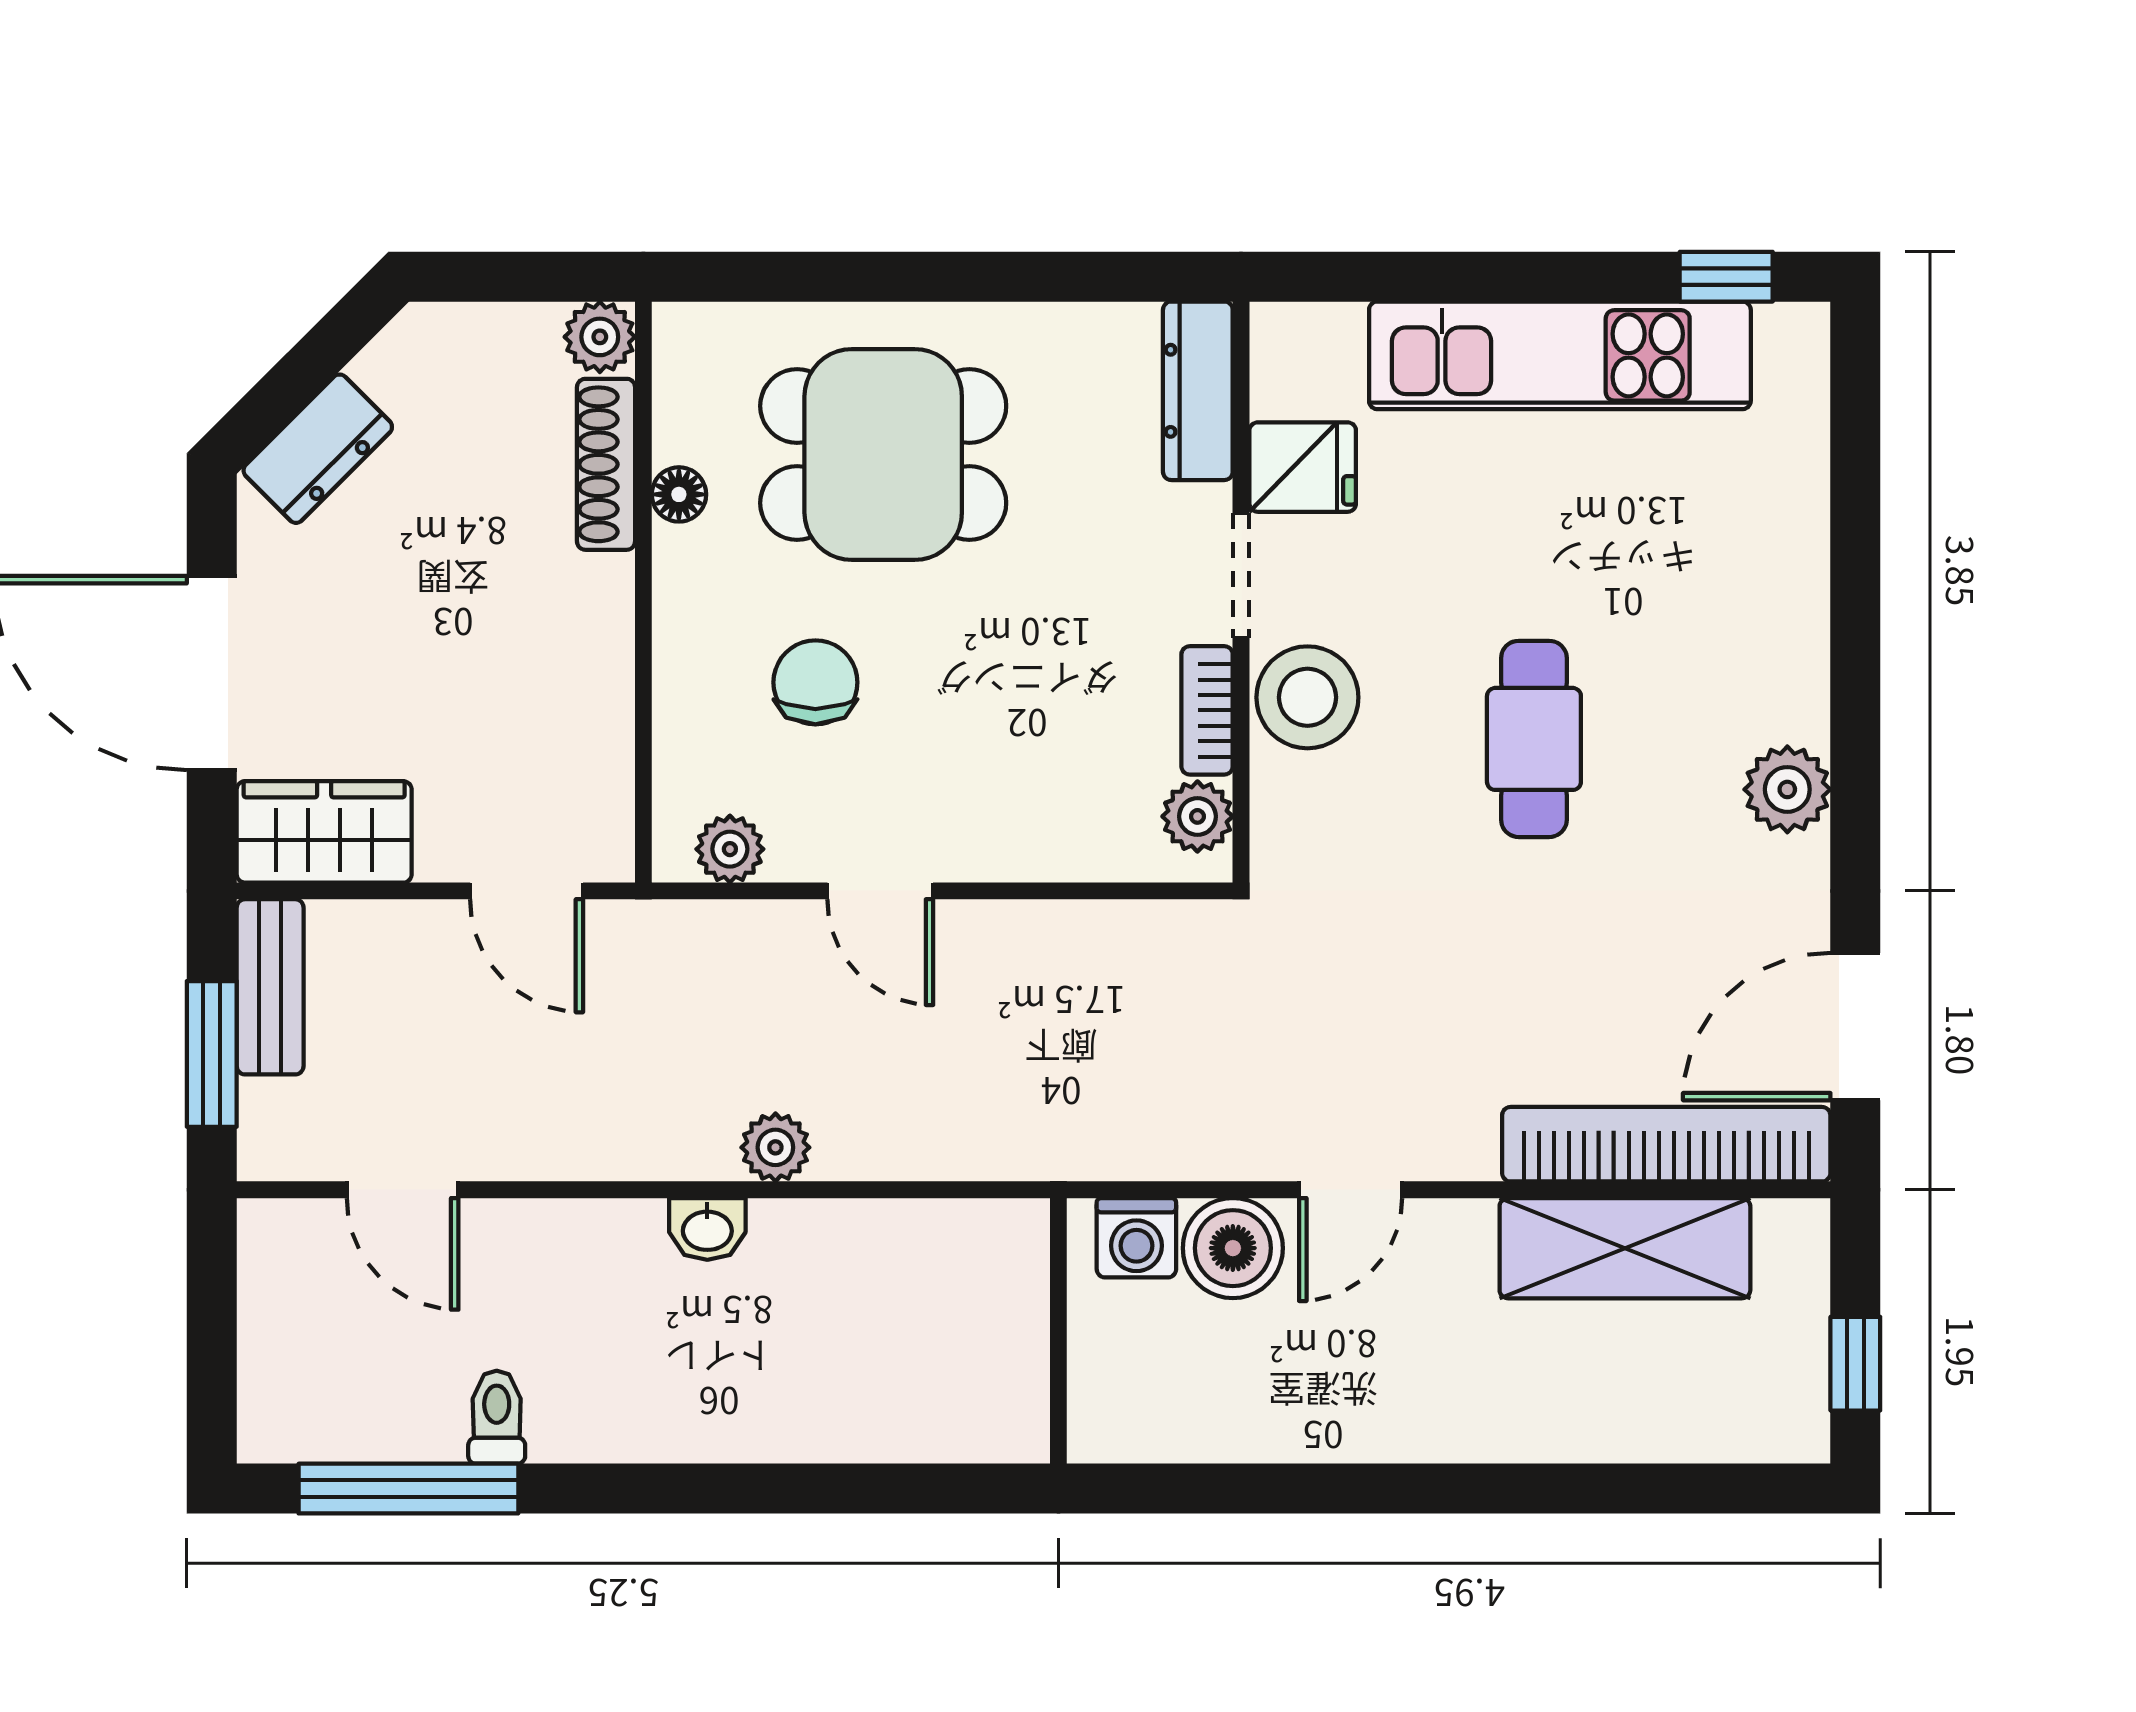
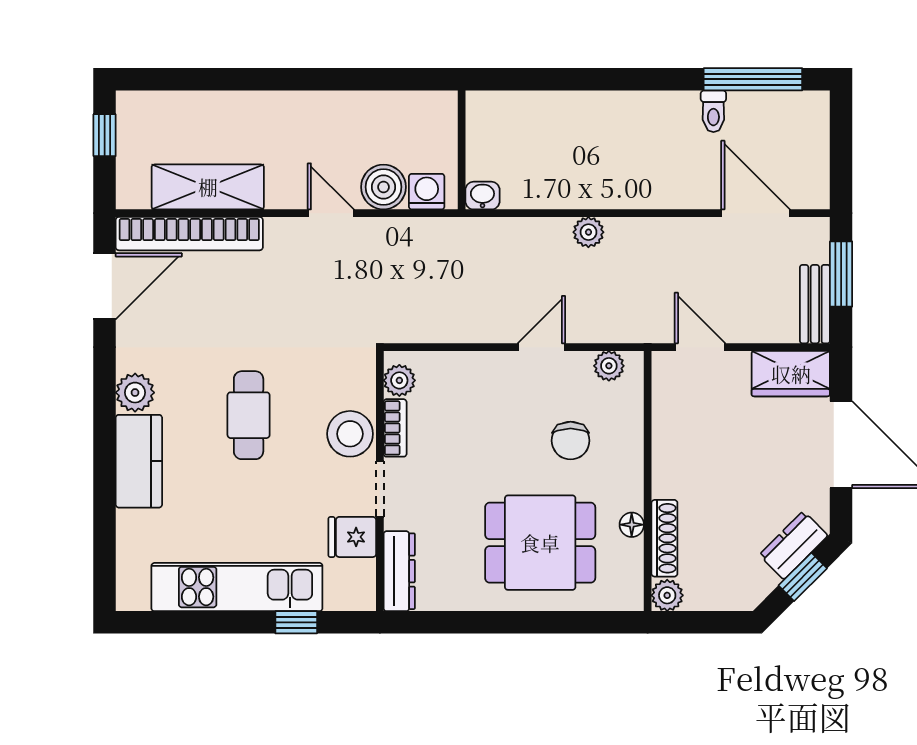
window: (1726, 277) -> (296, 622), moved
window: (297, 378) -> (803, 577), added
kitchen counter: (1779, 636) -> (139, 461), added
door: (880, 891) -> (541, 347), hinge flipped
door: (403, 1190) -> (756, 213), width x1.38
door: (1351, 1190) -> (331, 213), hinge flipped
washbasin: (707, 1229) -> (482, 196), moved

